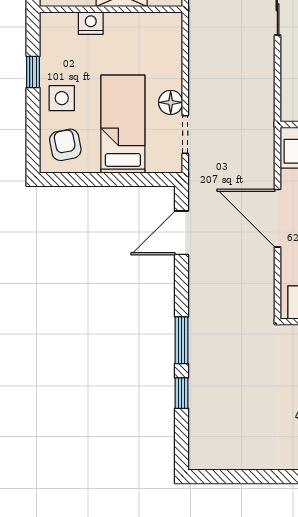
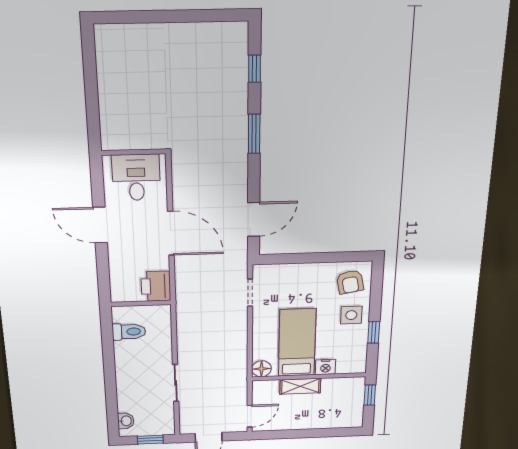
floor lamp: (171, 102) -> (262, 369), moved
bed: (123, 124) -> (297, 343), moved, turned 180
window: (181, 393) -> (254, 69), moved

